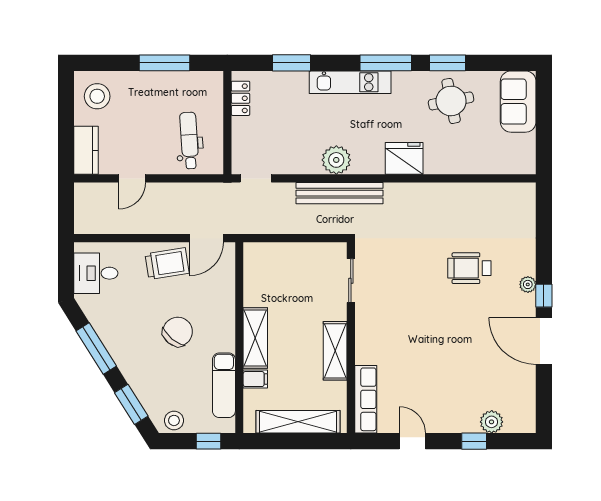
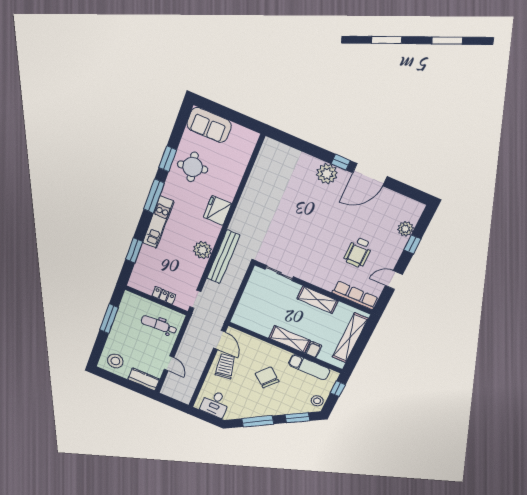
locker: (241, 98) -> (164, 295), moved
wheelchair: (469, 268) -> (358, 252), moved
plant: (528, 284) -> (327, 174), width x1.88, depth x1.88

